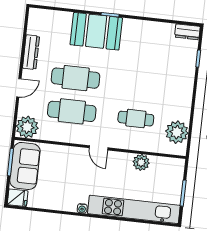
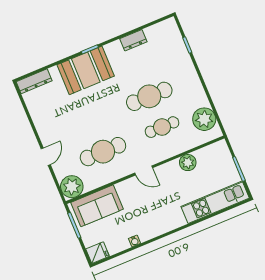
dresser: (187, 32) -> (133, 40), moved
dresser: (31, 52) -> (34, 81), moved, turned 90
cafe table: (76, 78) -> (149, 96), moved
sofa: (25, 166) -> (97, 206), moved, turned 90
water cooler: (82, 208) -> (134, 241), moved
kitchen unit: (134, 209) -> (215, 202), width x0.73

